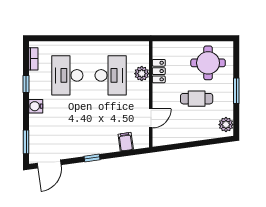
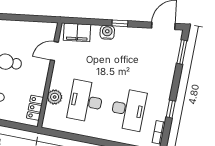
locker: (159, 71) -> (35, 108), moved
water cooler: (36, 106) -> (107, 32), moved, turned -98
filing cabinet: (126, 142) -> (77, 32), width x2.00

